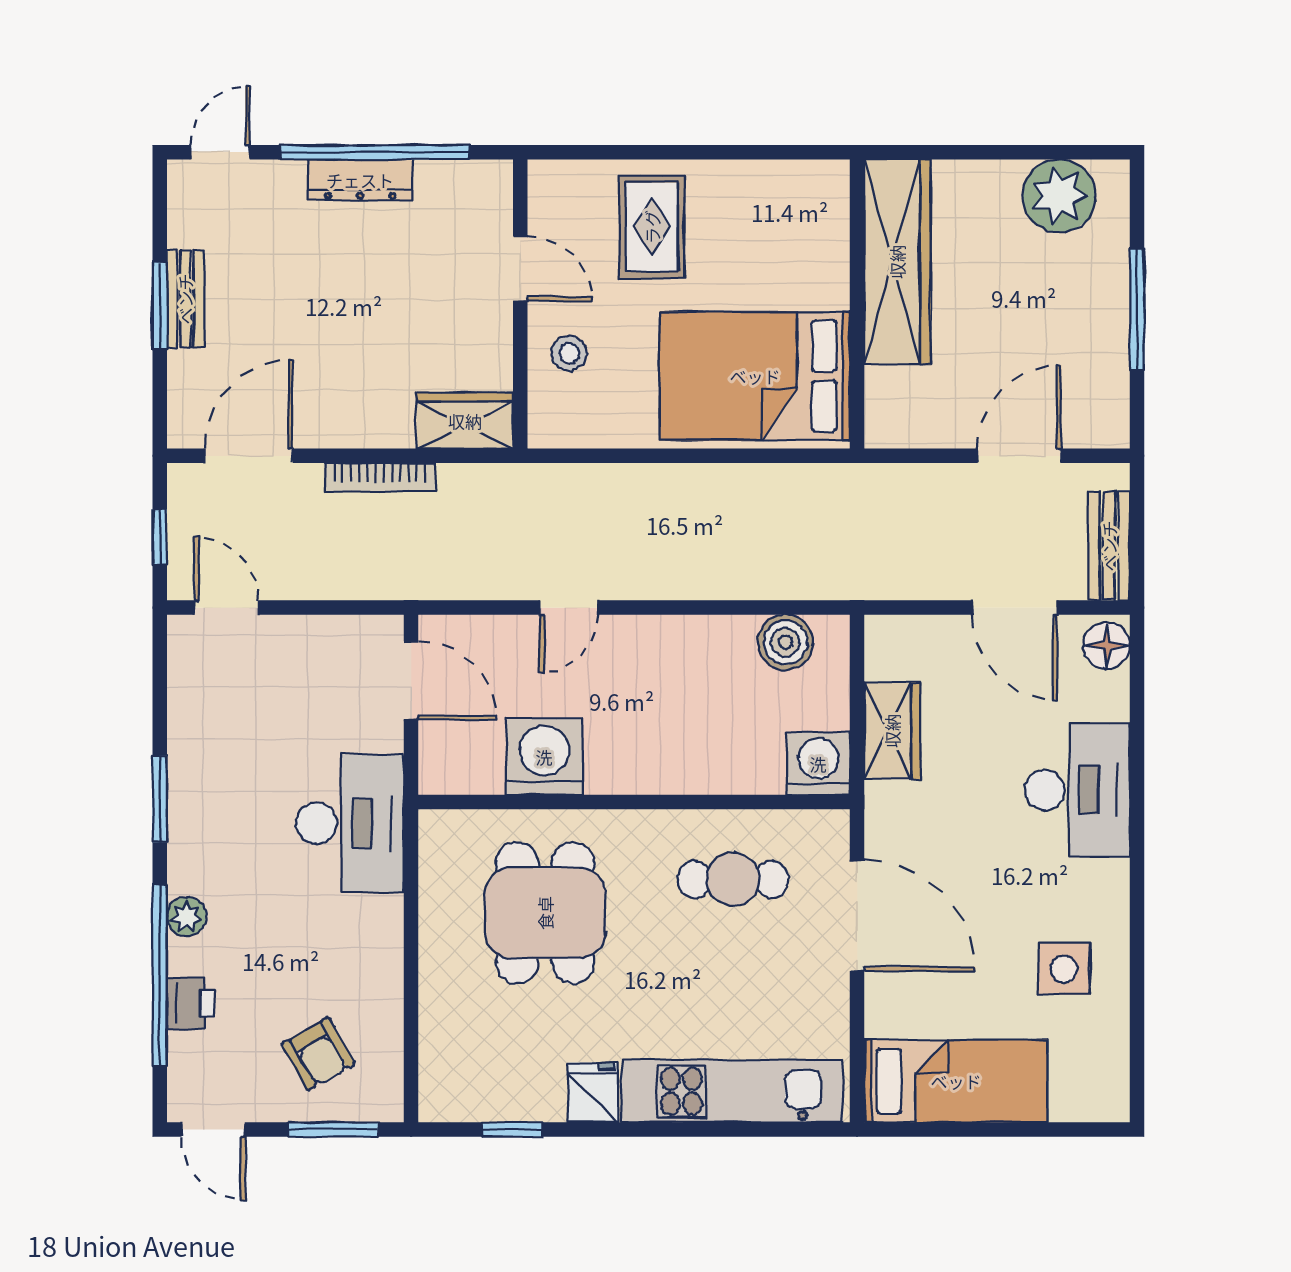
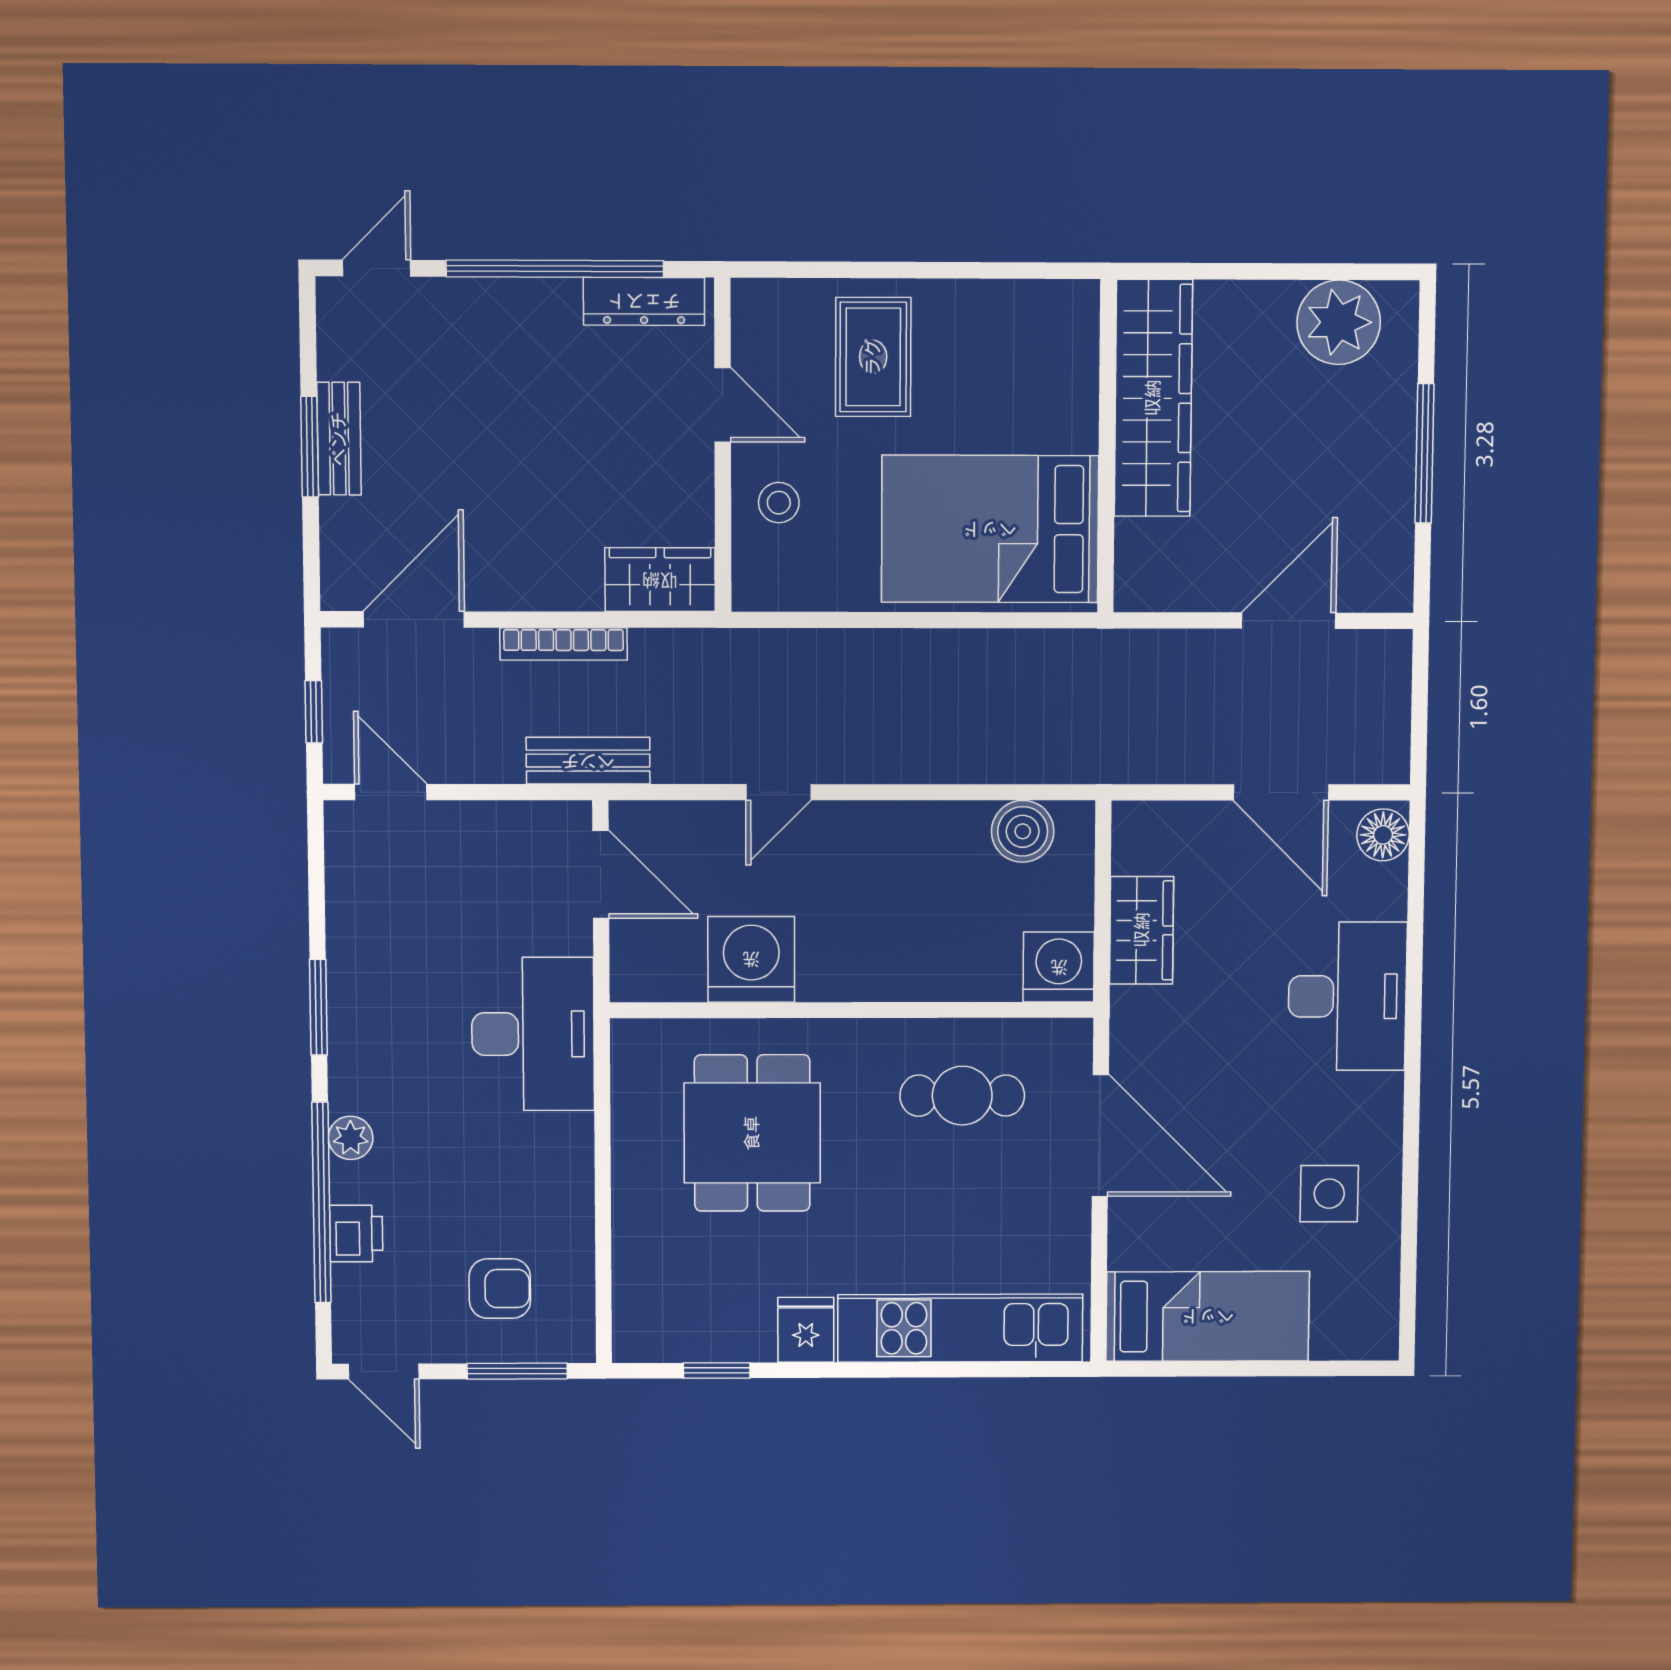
dresser: (360, 180) -> (644, 301), moved
bench: (1109, 546) -> (588, 761), moved, turned 90
armchair: (318, 1054) -> (500, 1289), turned -60

